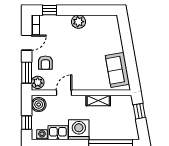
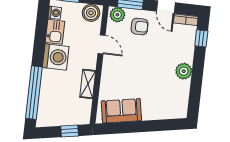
armchair: (45, 63) -> (140, 26), turned 180

